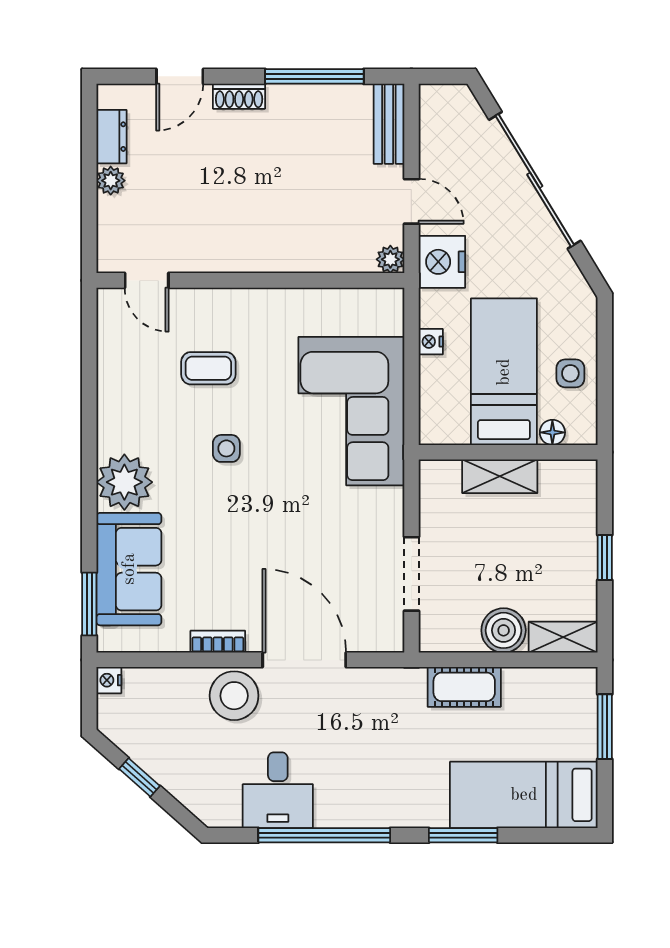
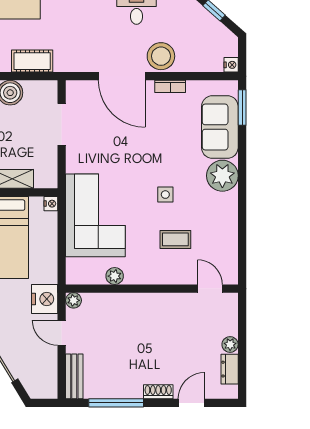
plant: (317, 303) -> (115, 276), added
nightstand: (431, 342) -> (51, 204), moved

